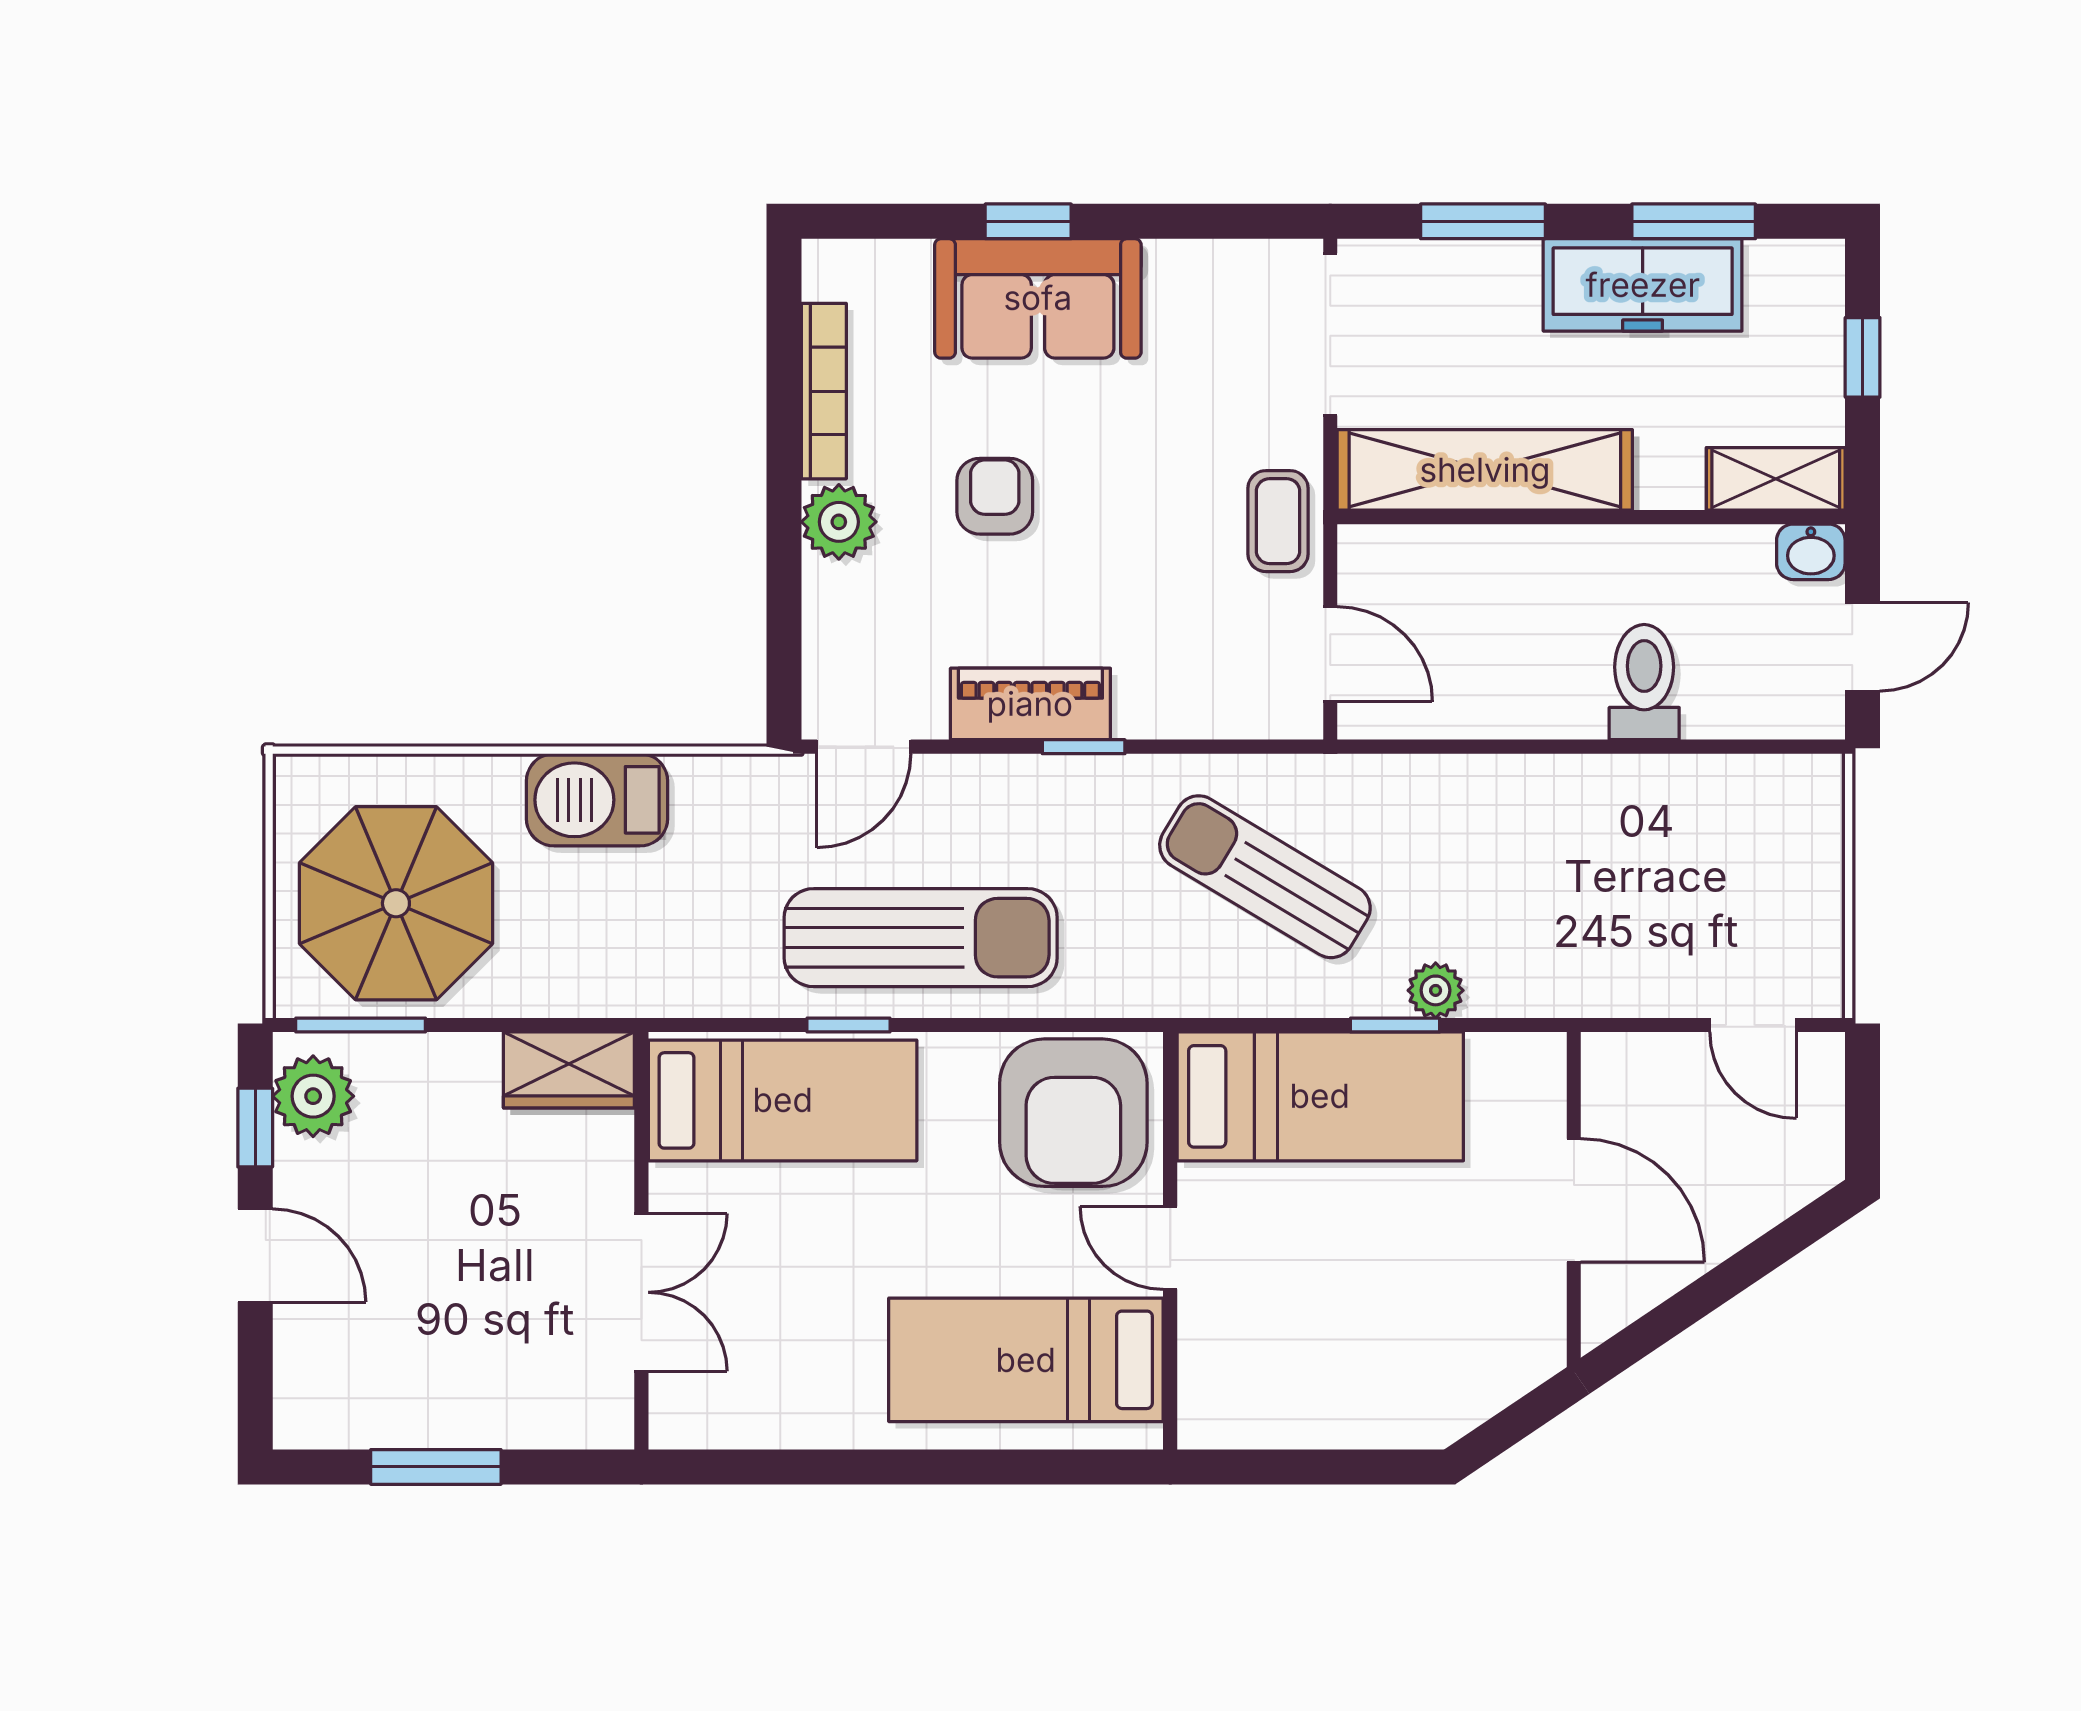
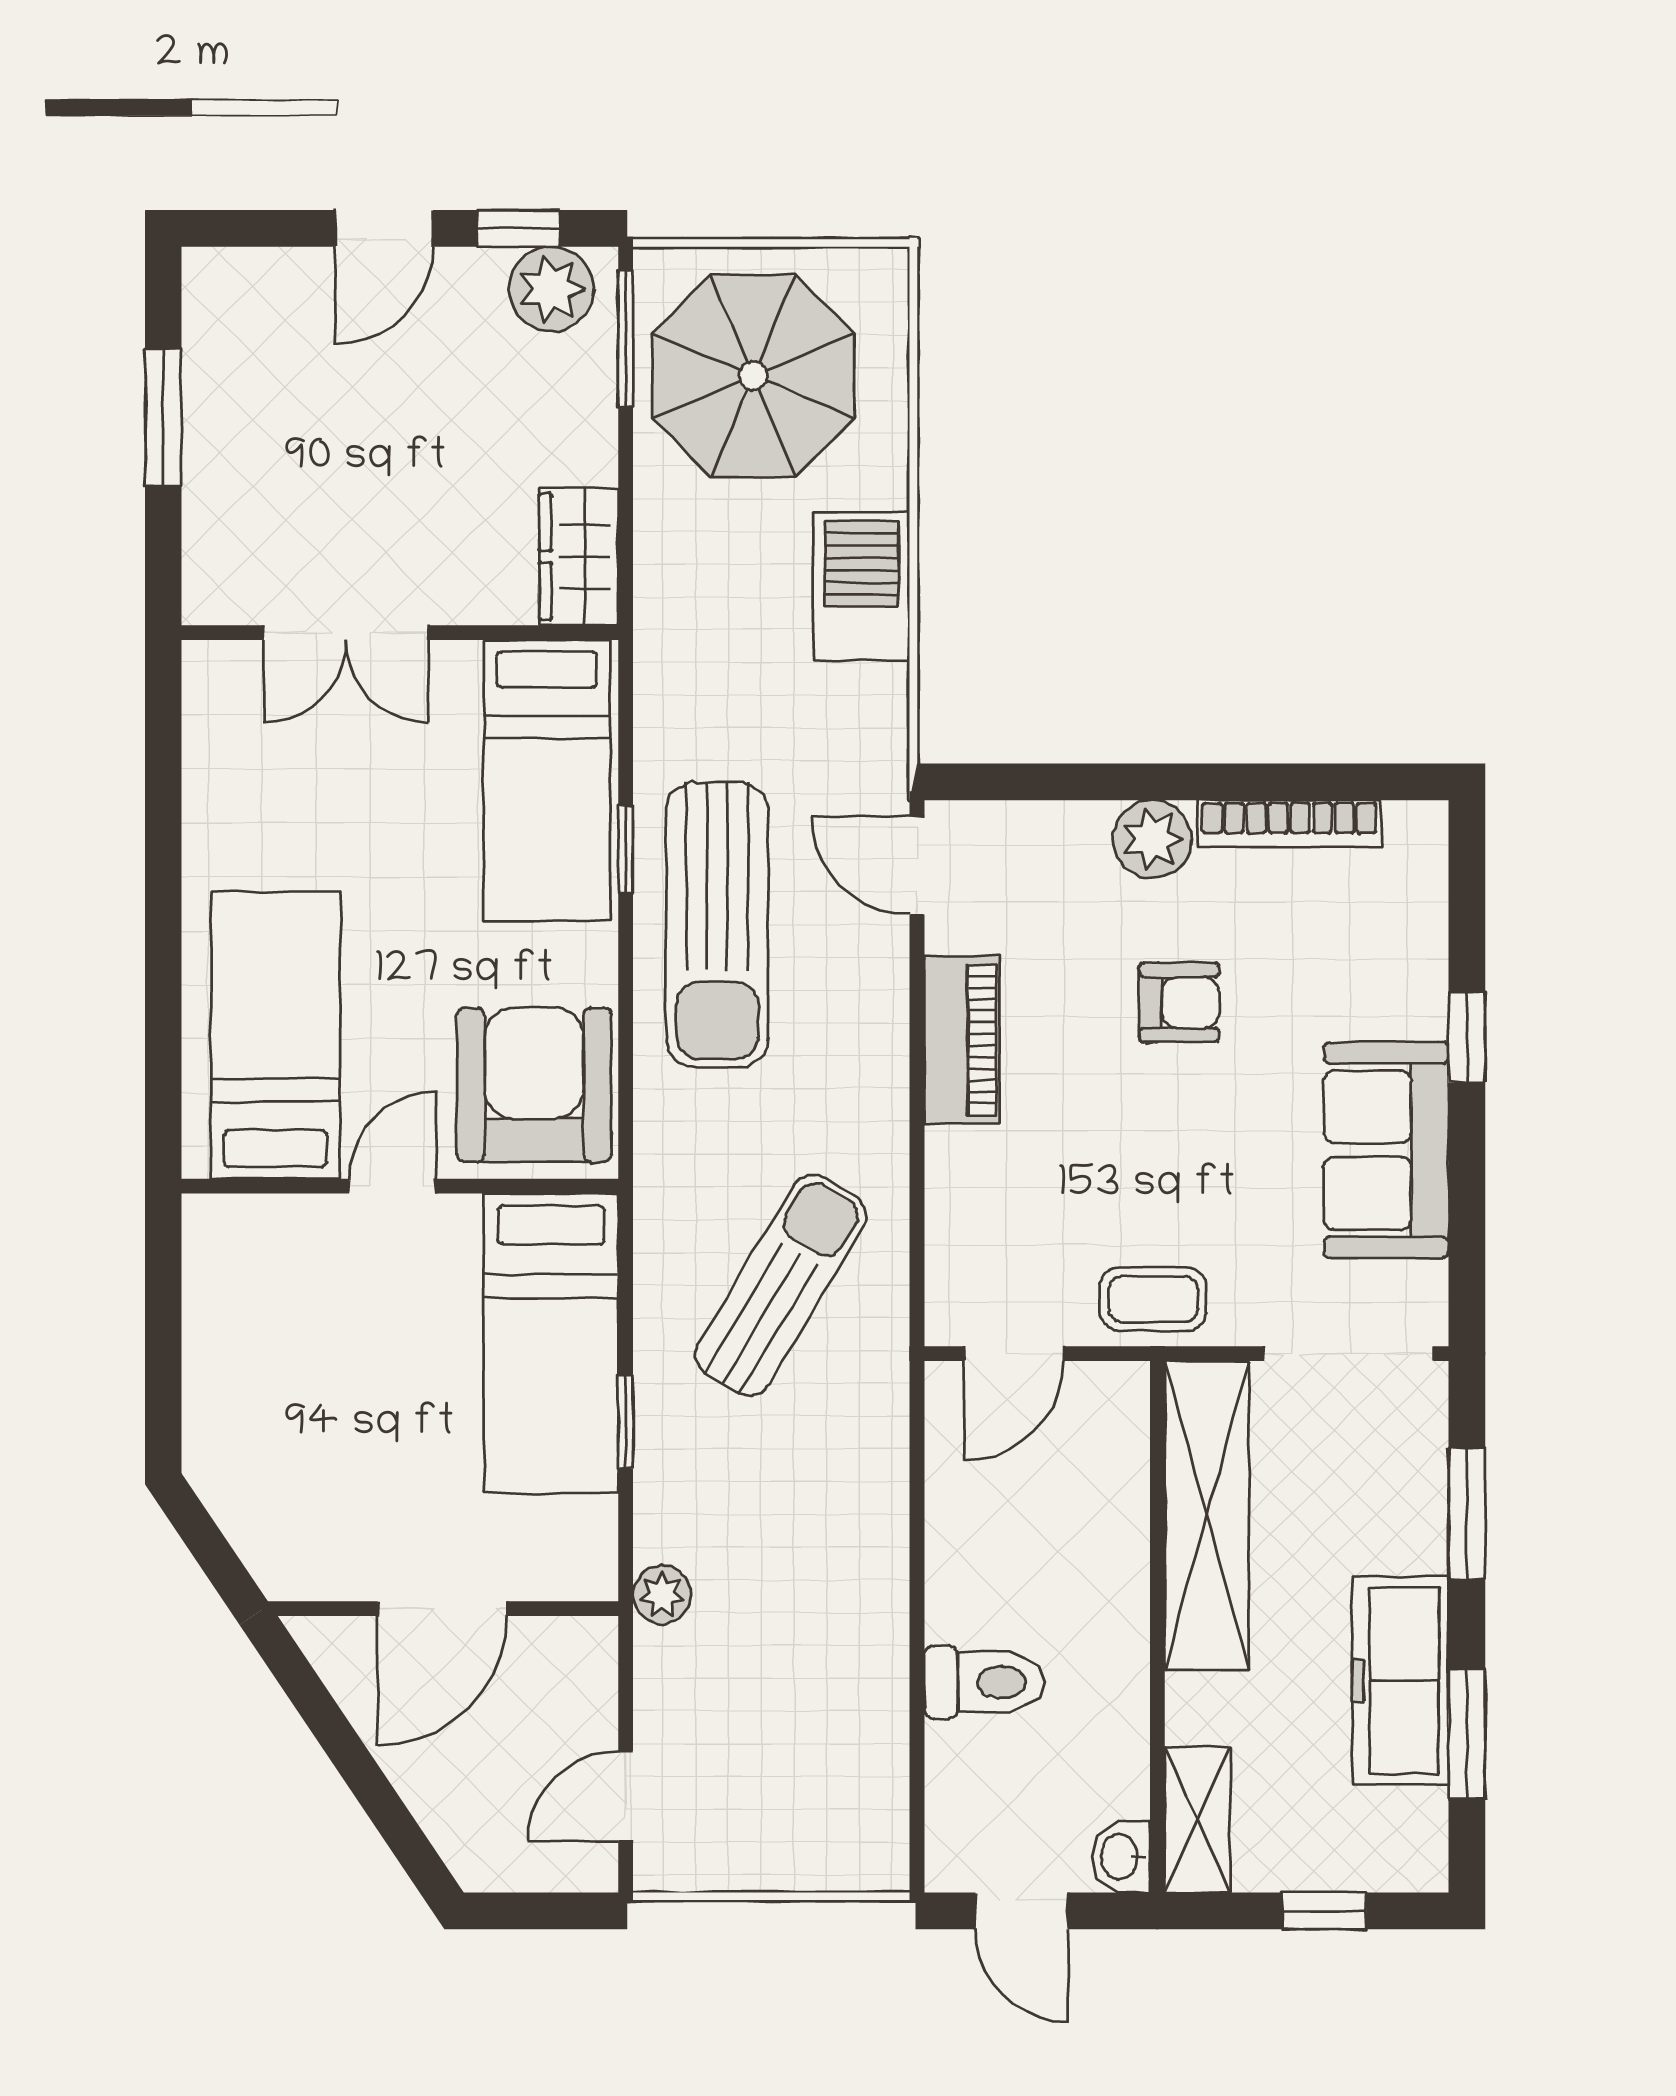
sofa: (1038, 298) -> (1386, 1150), moved
window: (1084, 747) -> (917, 1096), removed
plant: (1436, 990) -> (662, 1595), moved
armchair: (1073, 1113) -> (534, 1085), turned 90

